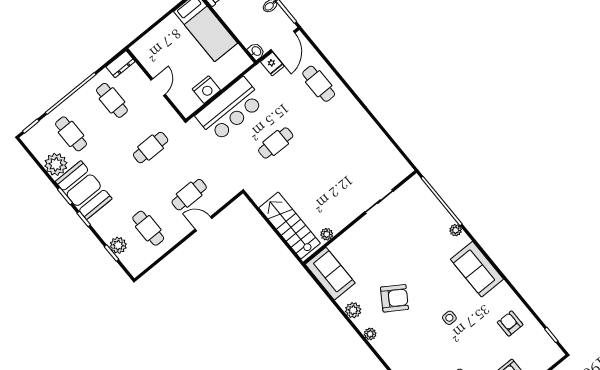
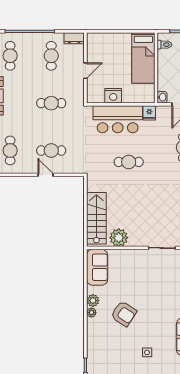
fridge: (272, 64) -> (149, 113), moved
plant: (327, 234) -> (119, 238), width x1.87, depth x1.87
plant: (370, 334) -> (91, 313), moved

